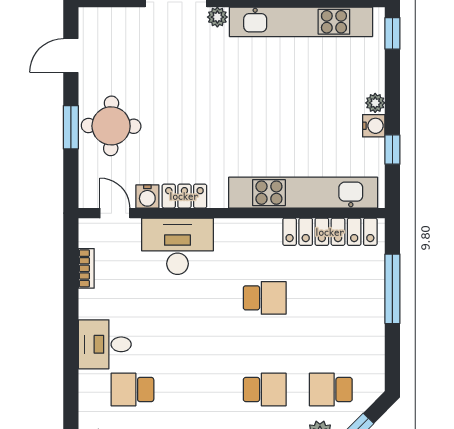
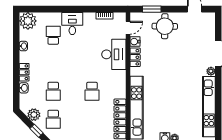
window: (71, 127) -> (152, 9), moved
school desk: (331, 390) -> (53, 119), turned 180

